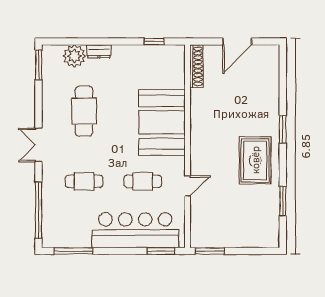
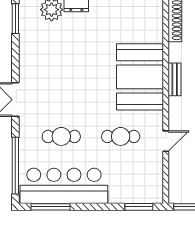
cafe table: (84, 111) -> (61, 65), removed
bench: (196, 125) -> (175, 79), added
bar counter: (135, 230) -> (64, 186), moved

